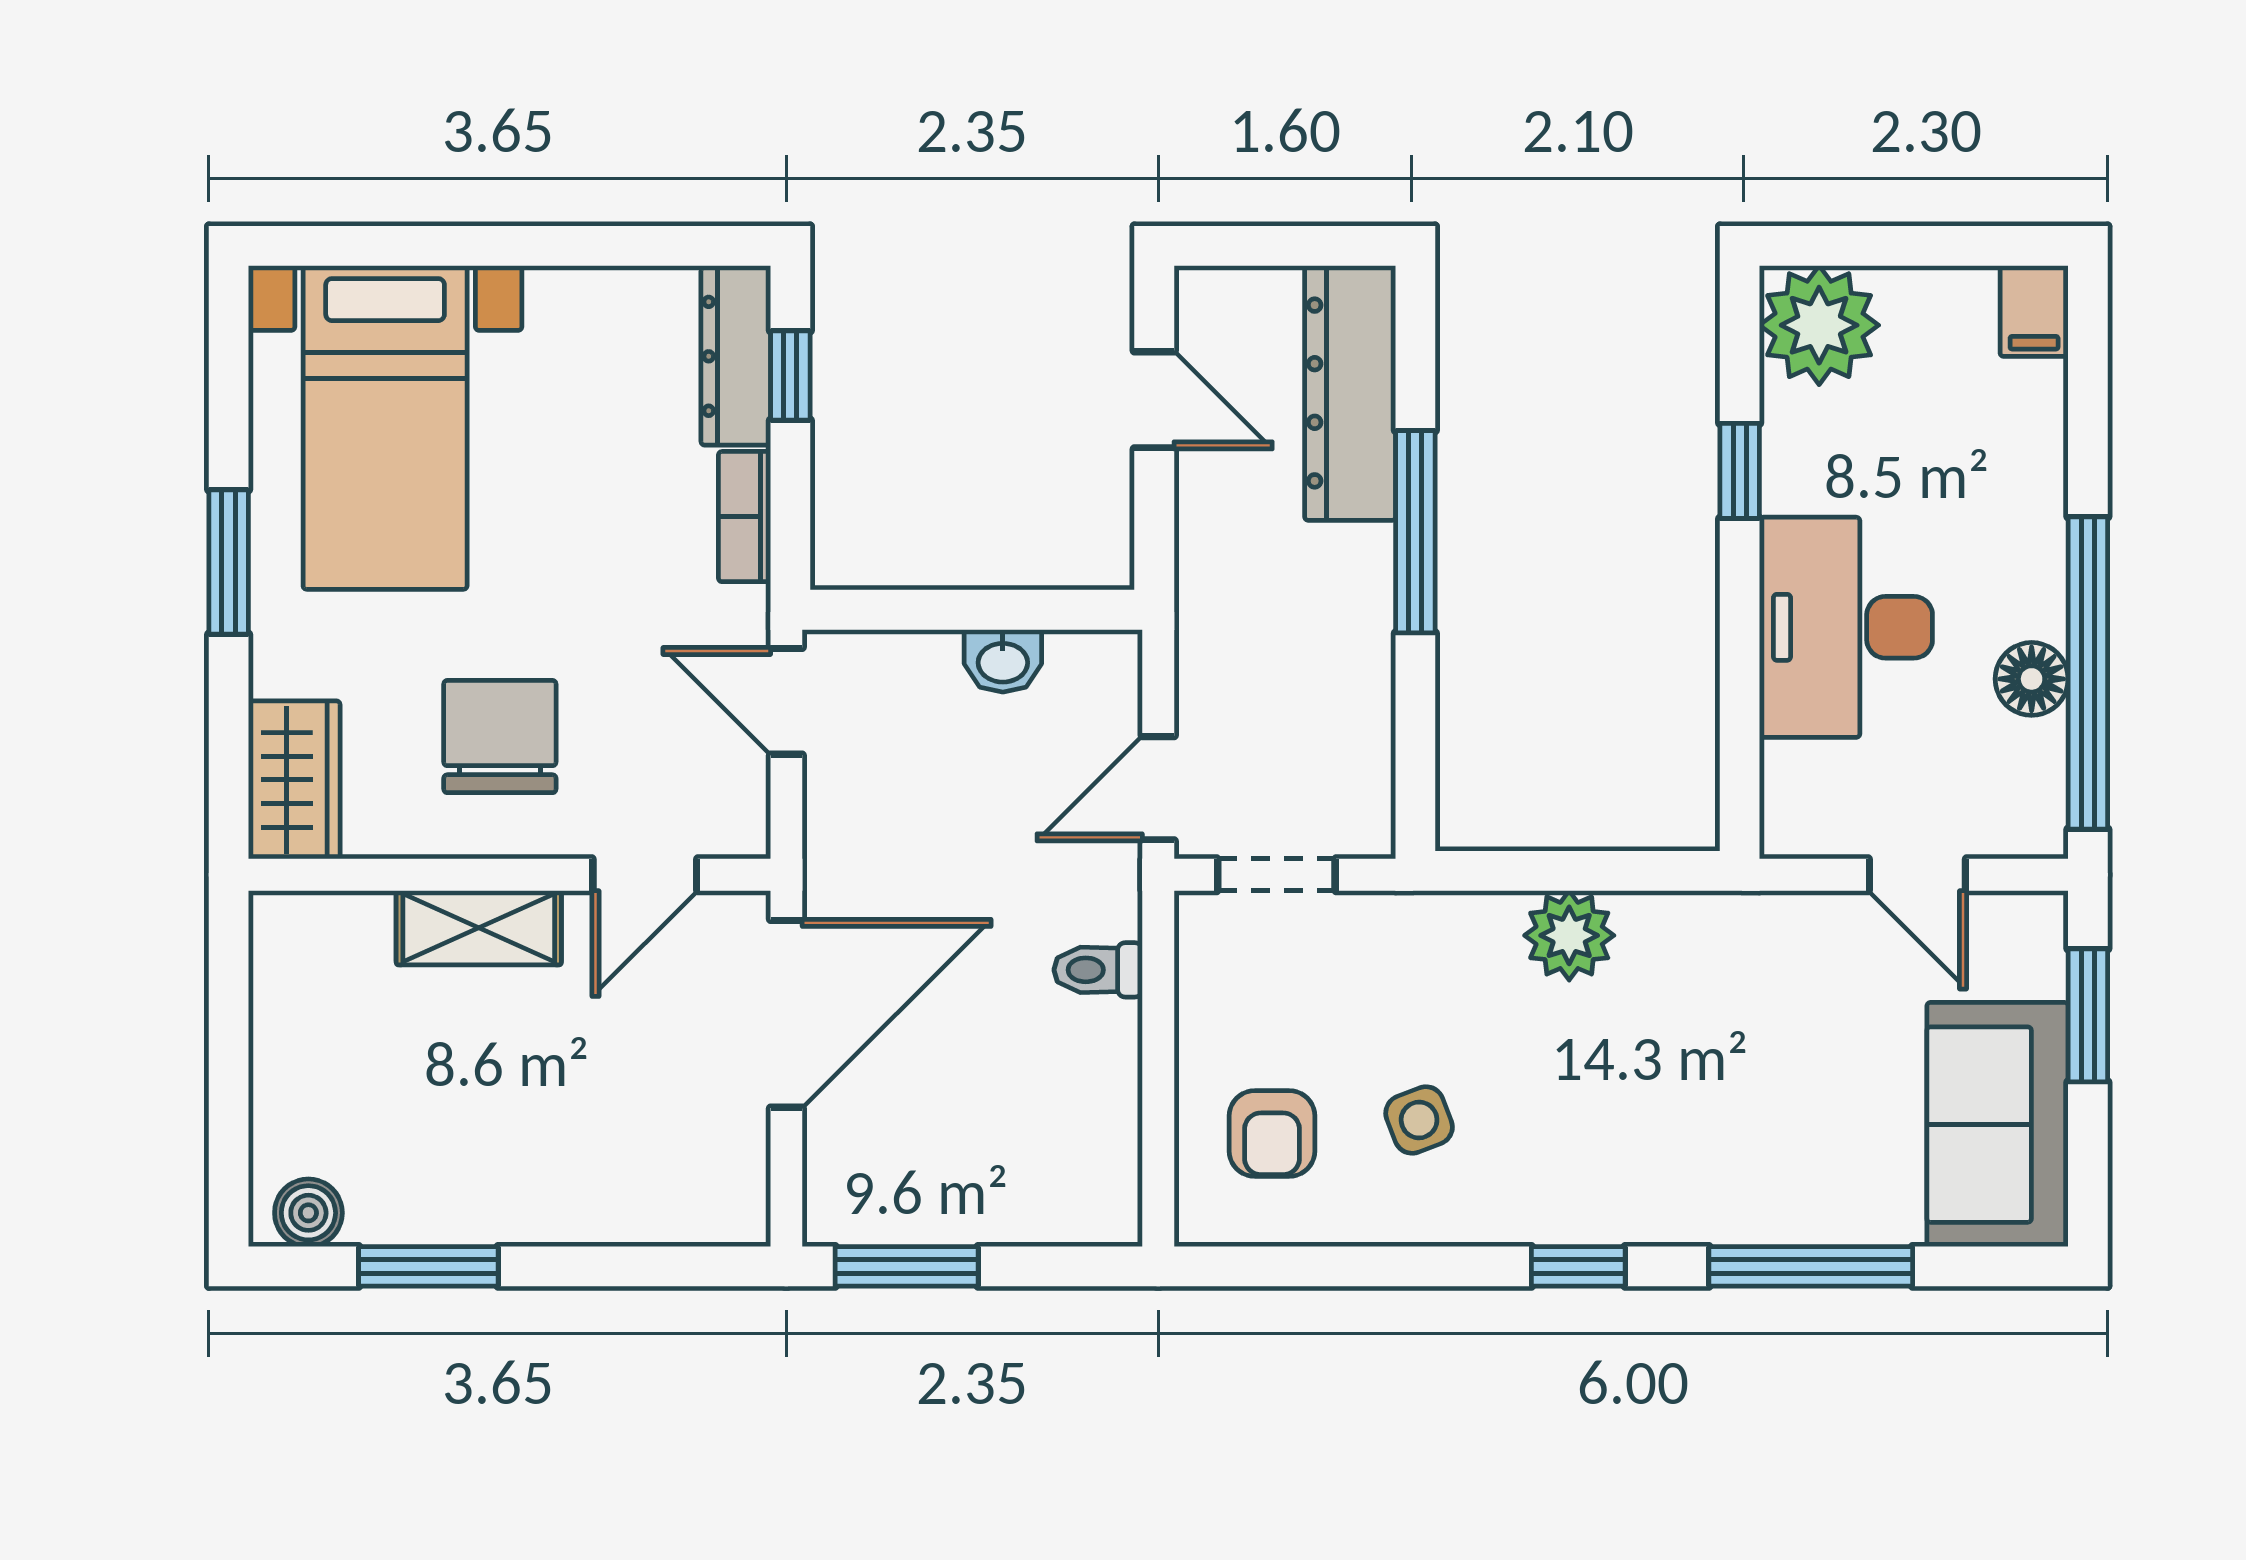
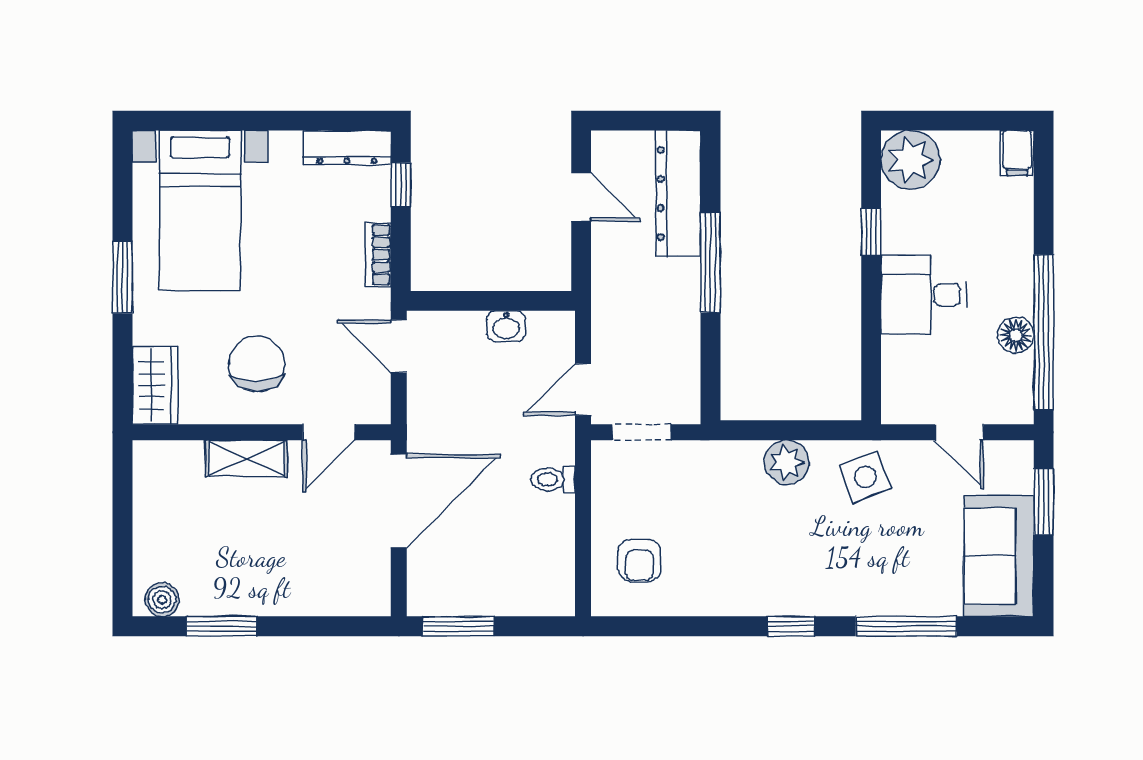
dresser: (736, 356) -> (347, 148), moved, turned -90
desk: (1846, 627) -> (924, 295), width x0.73
side table: (1419, 1120) -> (865, 477), moved, width x1.37, depth x1.37

